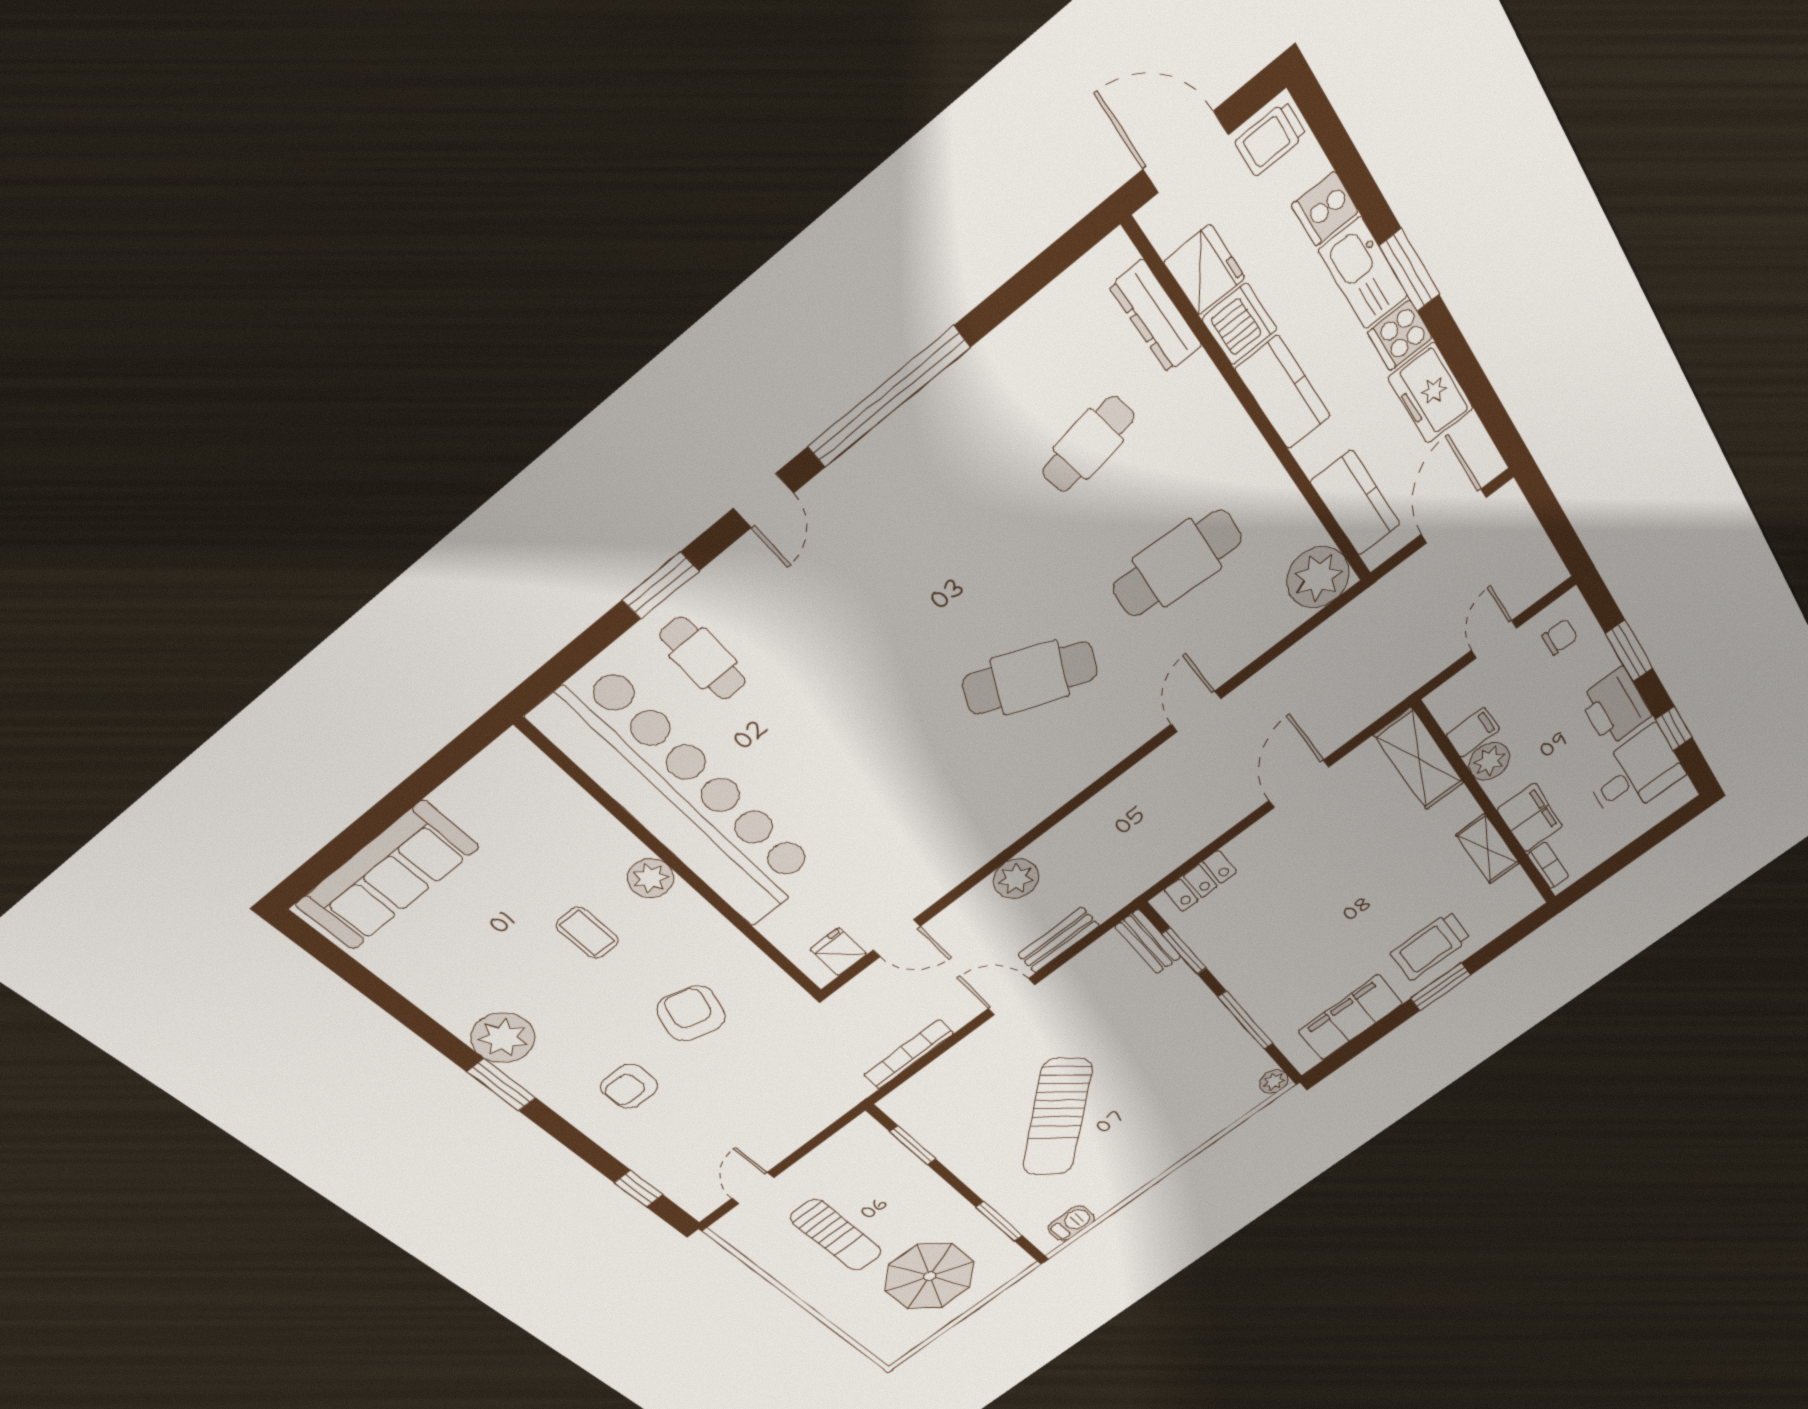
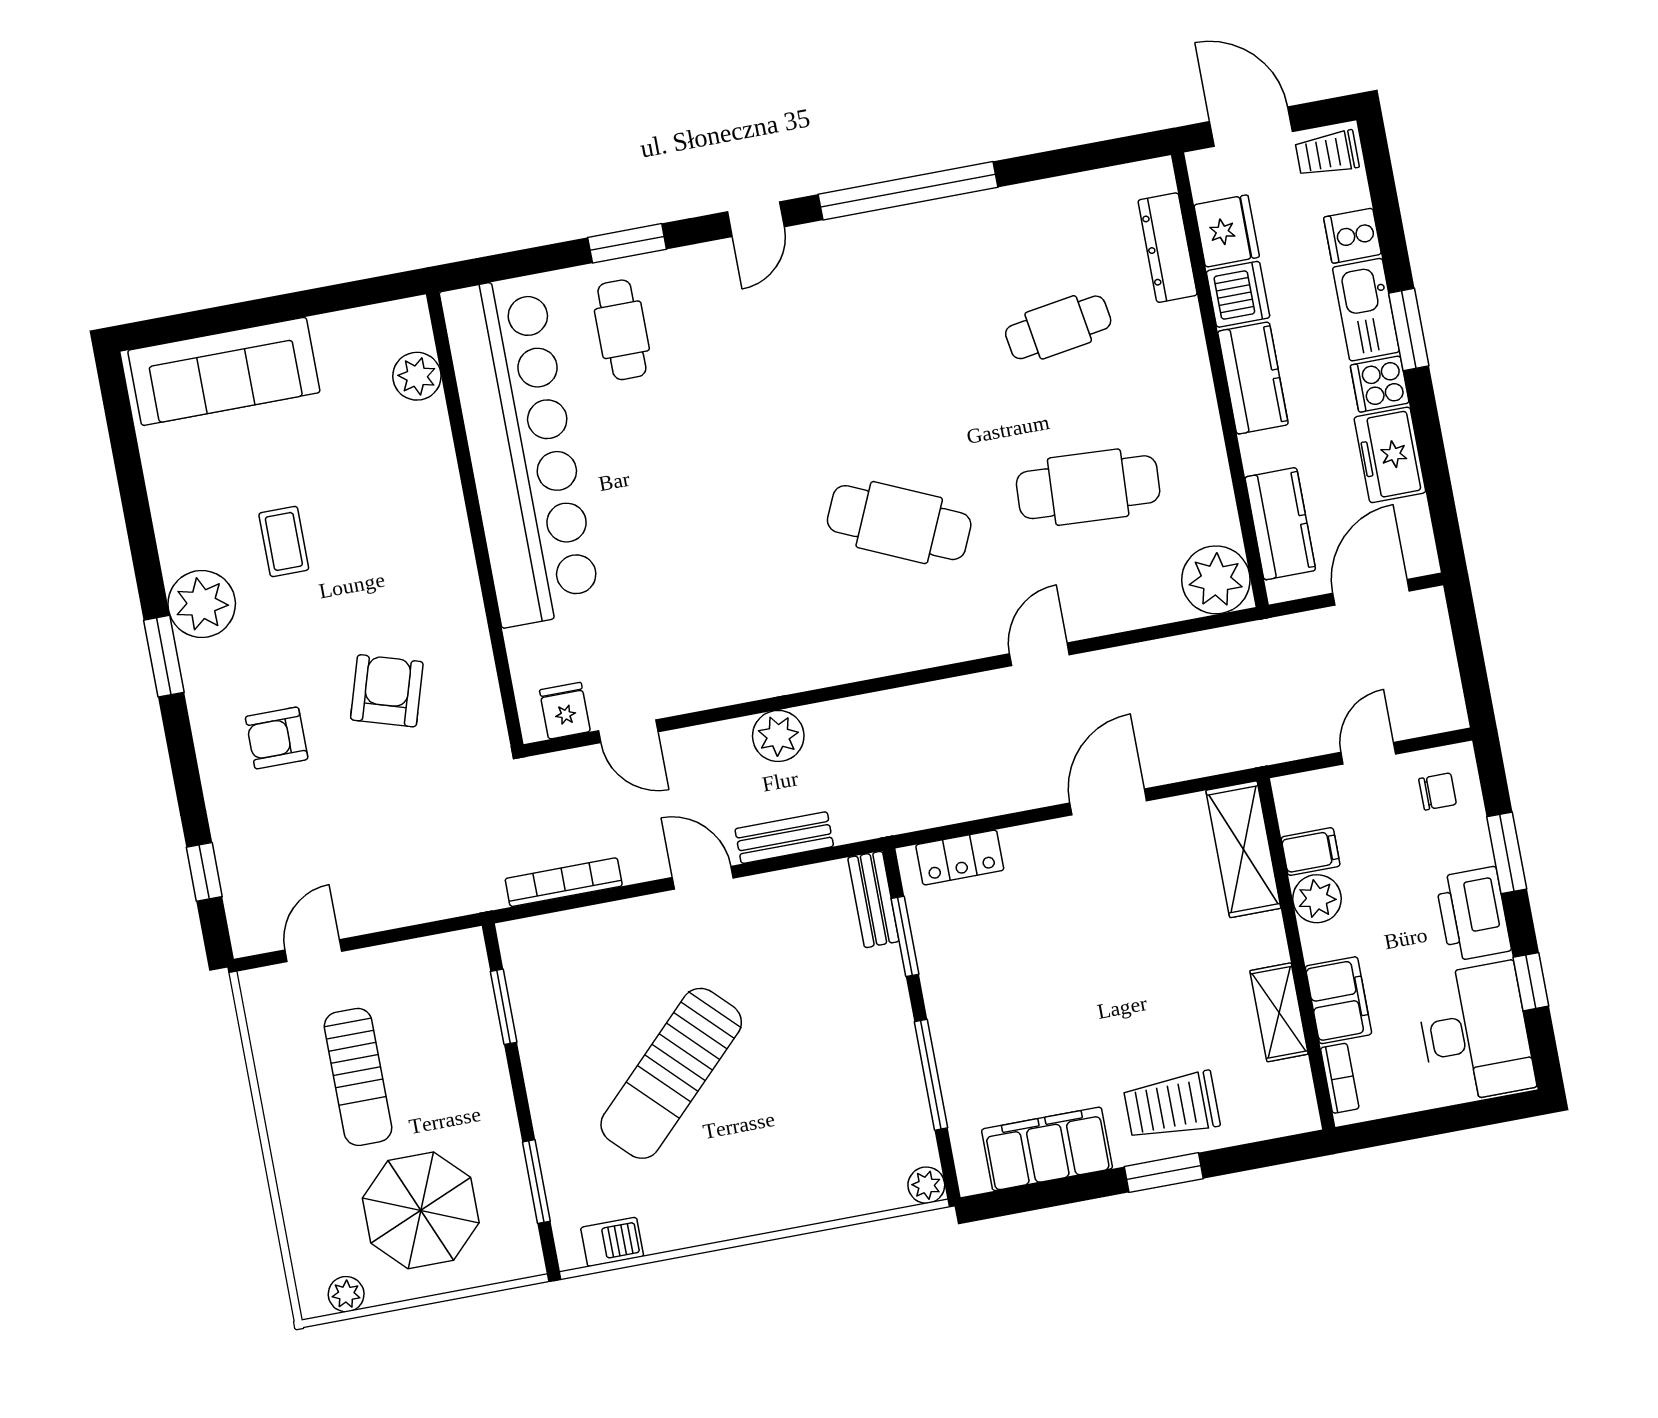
desk: (1635, 774) -> (1475, 1033), width x1.37
plant: (650, 878) -> (417, 376), moved
coffee table: (587, 933) -> (284, 541), moved
plant: (909, 1340) -> (346, 1294), added

